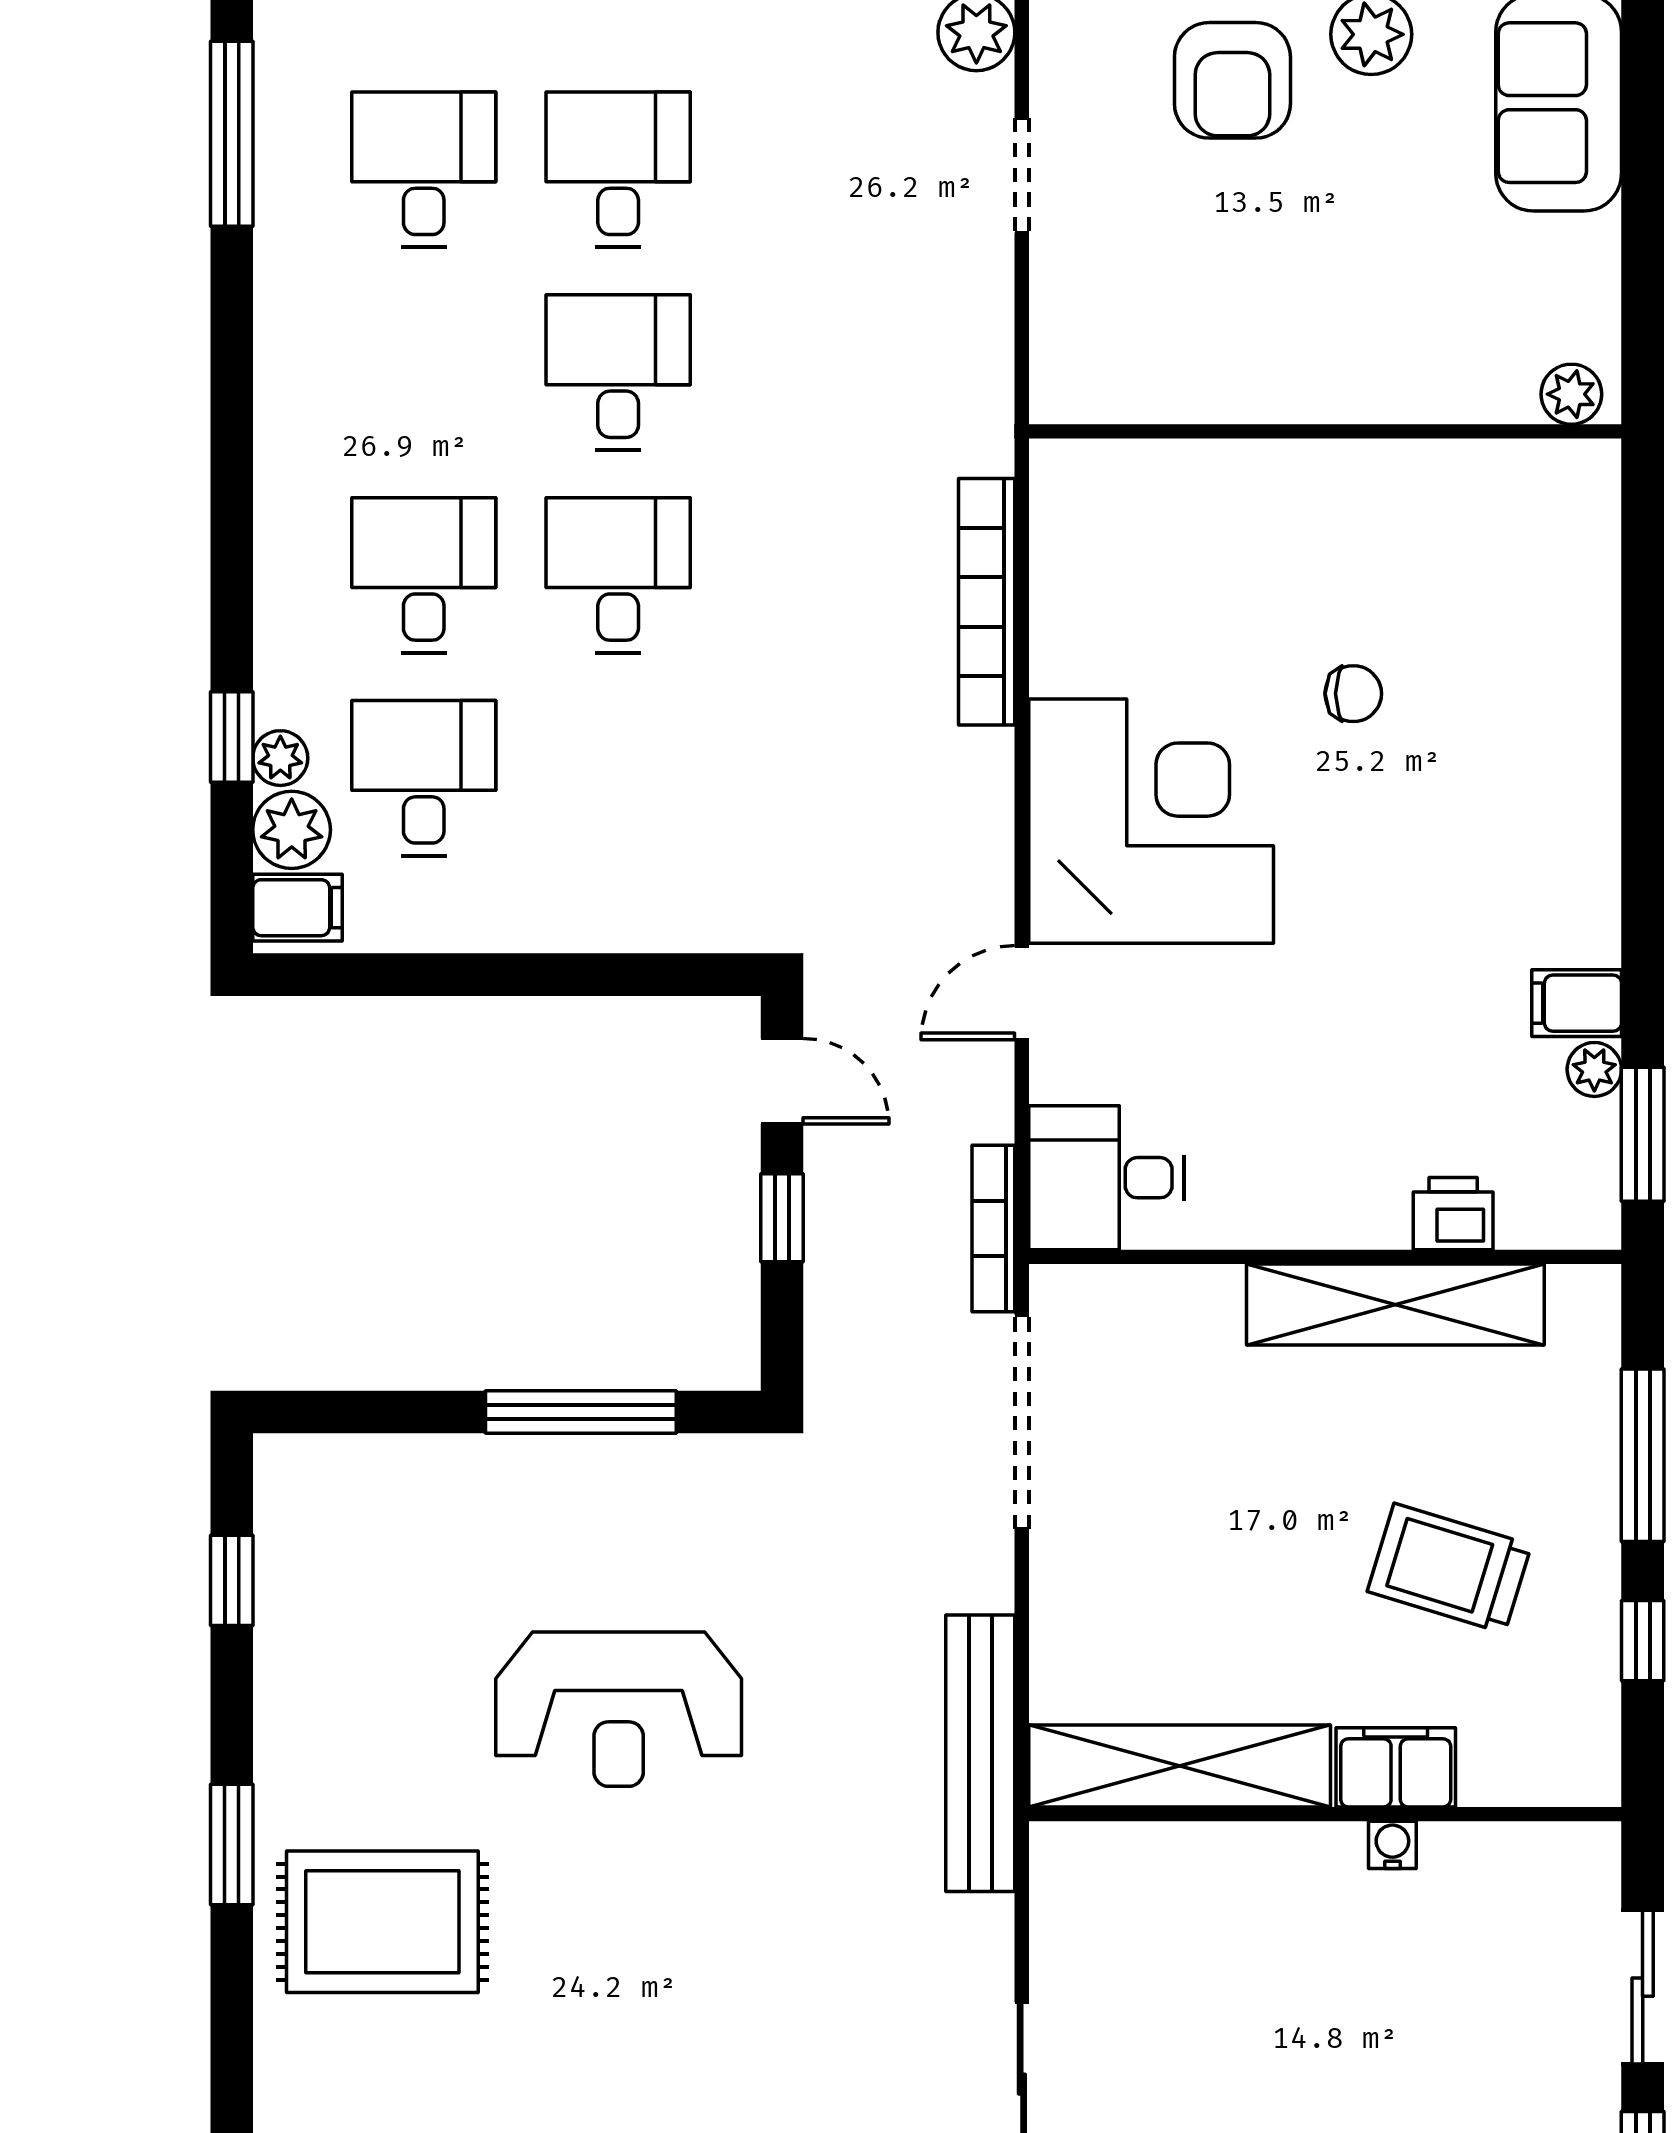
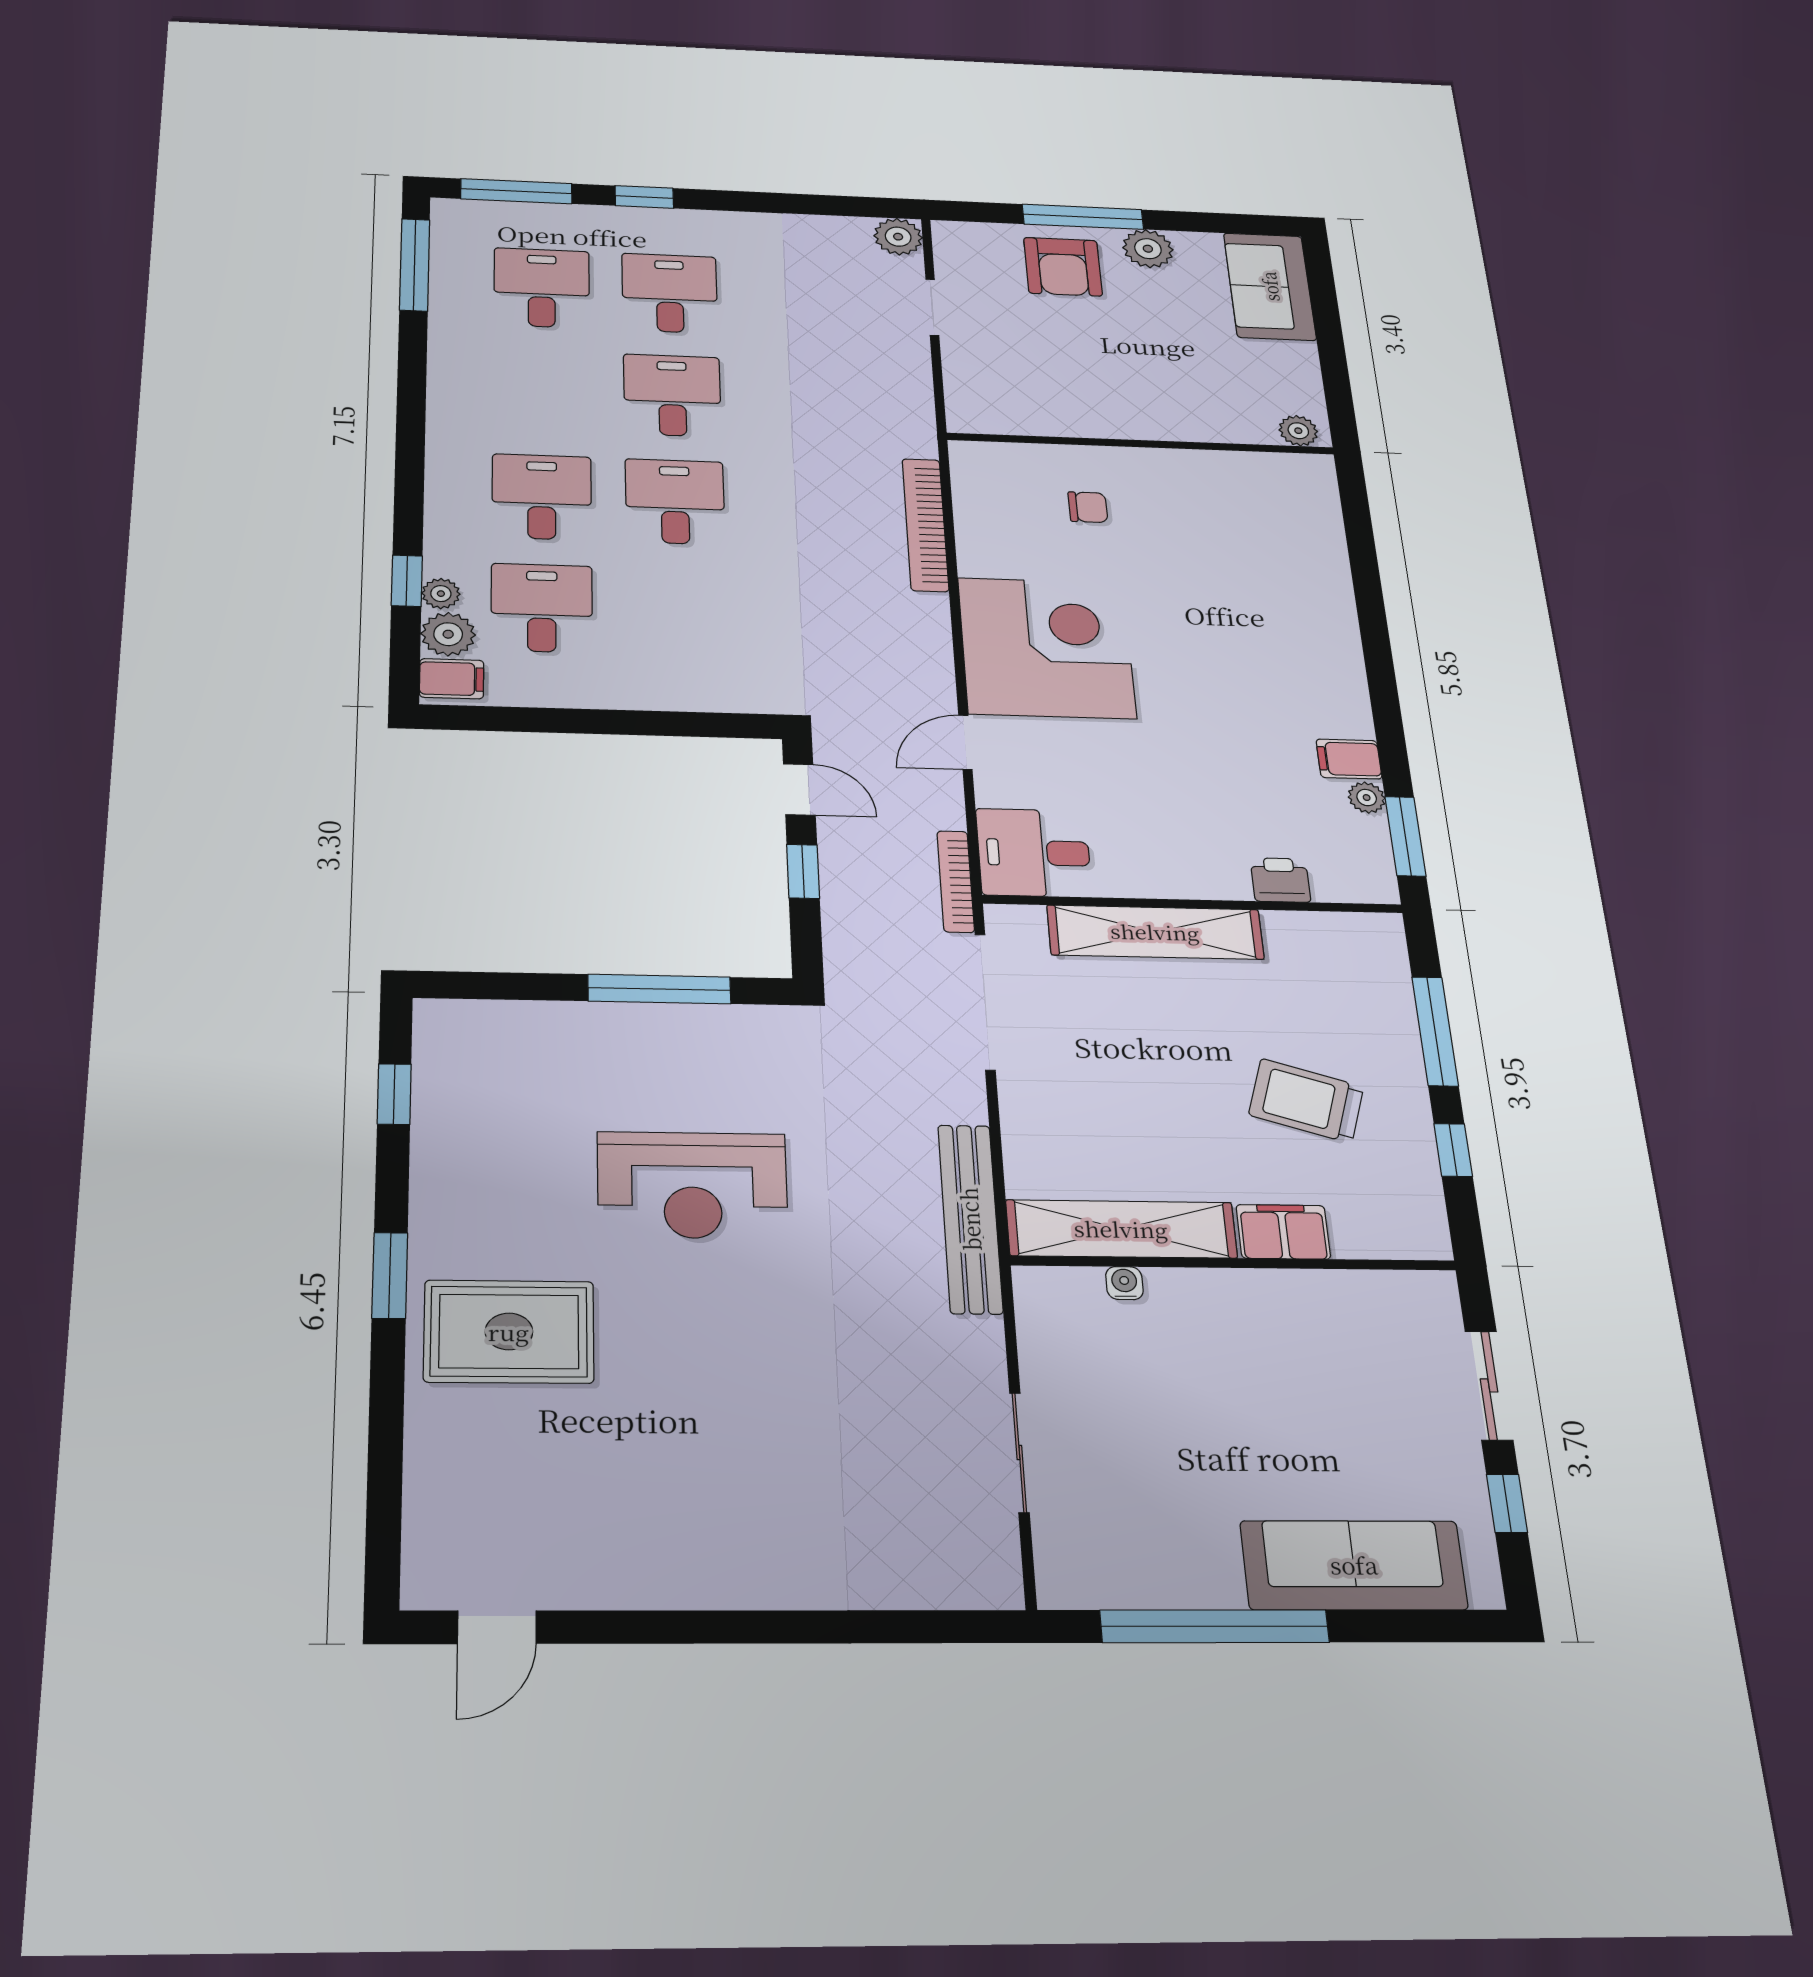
chair: (1353, 694) -> (1088, 507), moved
shelving: (1395, 1304) -> (1155, 932), moved
water cooler: (1392, 1845) -> (1124, 1283), moved

